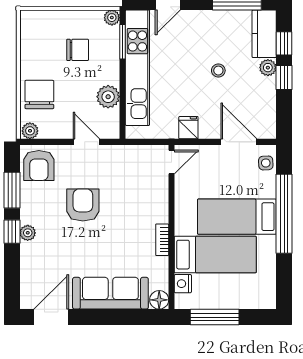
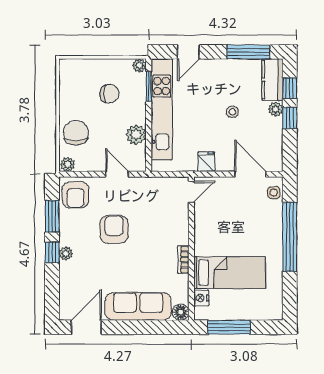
bed: (237, 217) -> (249, 239), removed

